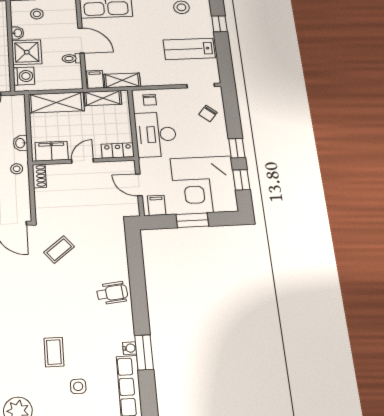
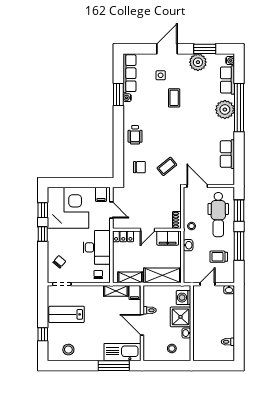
lab bench: (189, 49) -> (67, 314), turned 180
window: (192, 220) -> (79, 182), removed
chair: (101, 246) -> (139, 167), added
wheelchair: (112, 293) -> (135, 135), turned -84

